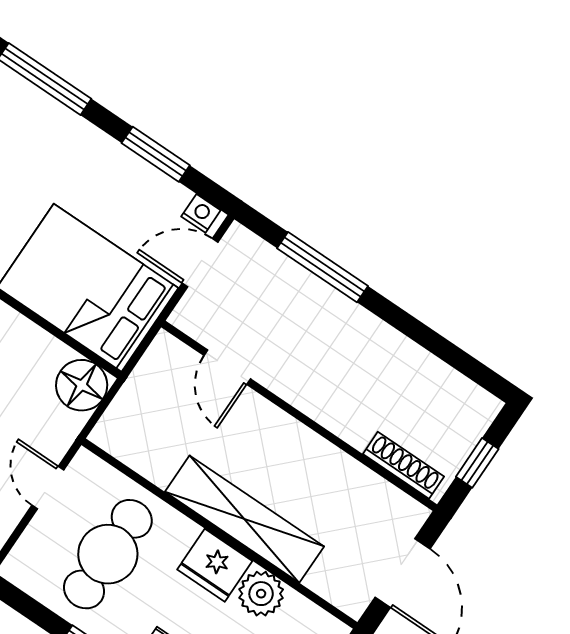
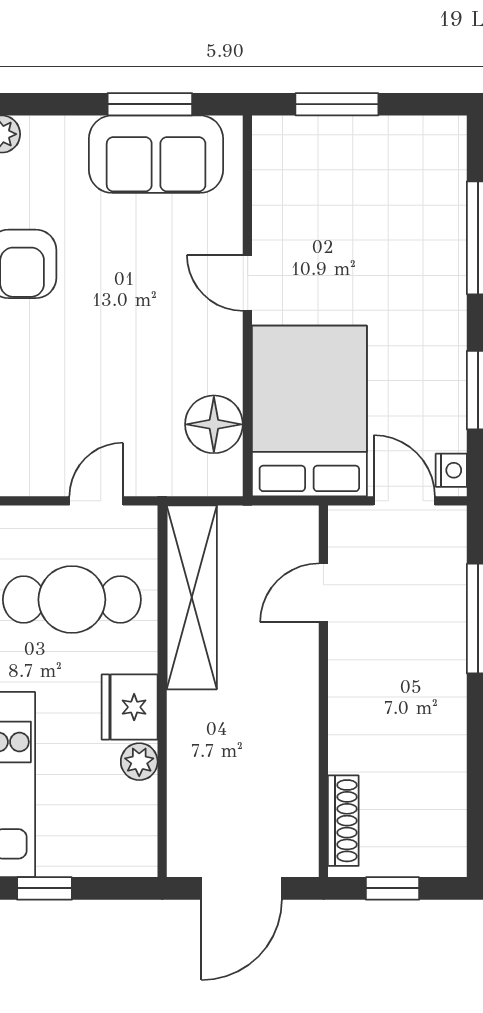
floor lamp: (82, 385) -> (214, 424), moved
shelving: (244, 519) -> (192, 597), moved
plant: (261, 594) -> (139, 762), width x0.73, depth x0.73

